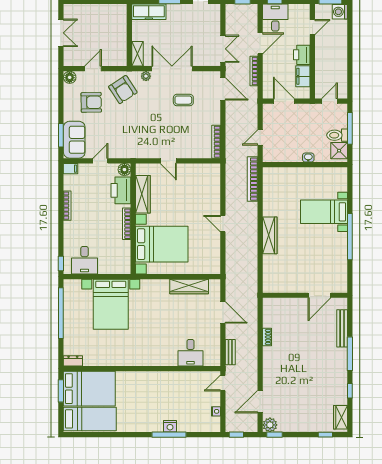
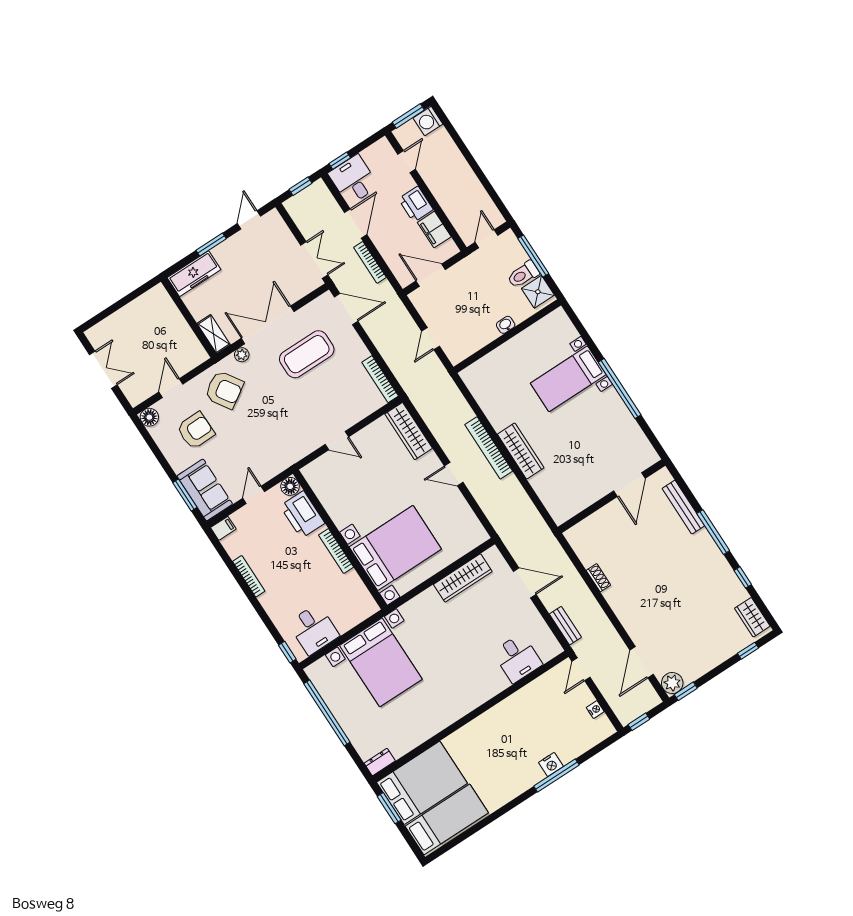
coffee table: (183, 100) -> (307, 354), width x1.86, depth x1.72
bookcase: (253, 179) -> (489, 448), moved
wardrobe: (143, 194) -> (409, 431), moved, turned 180

